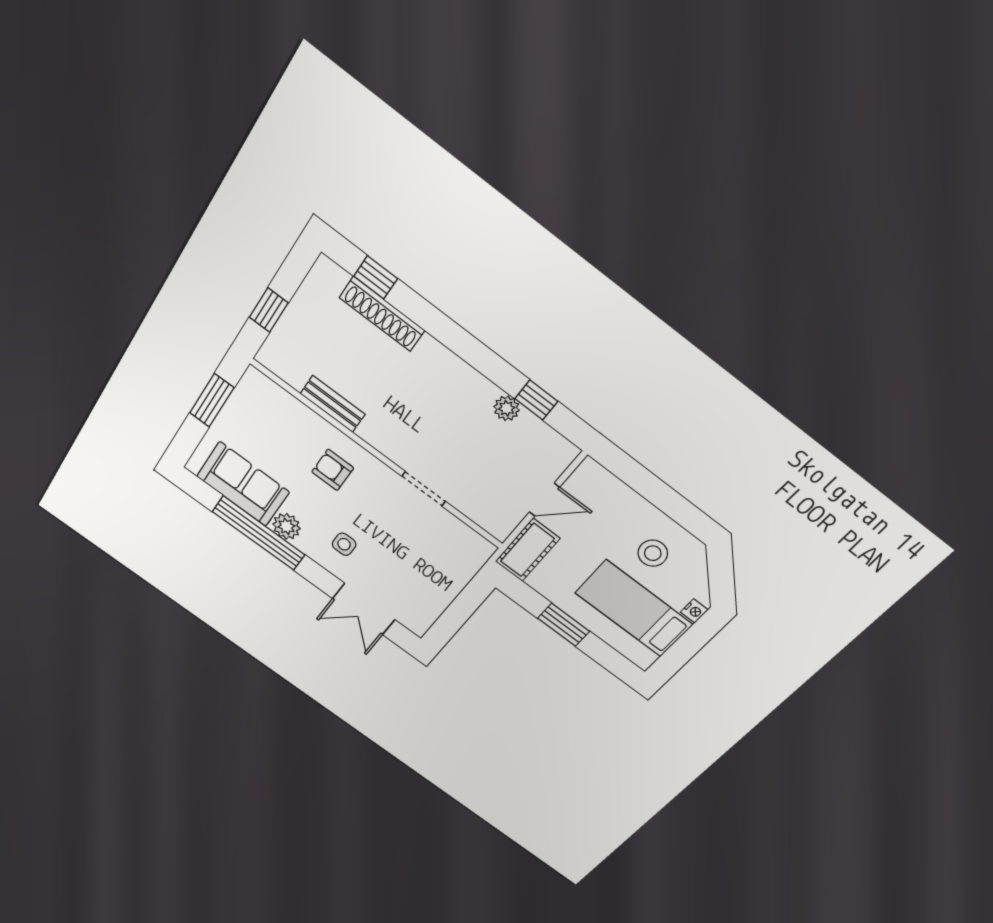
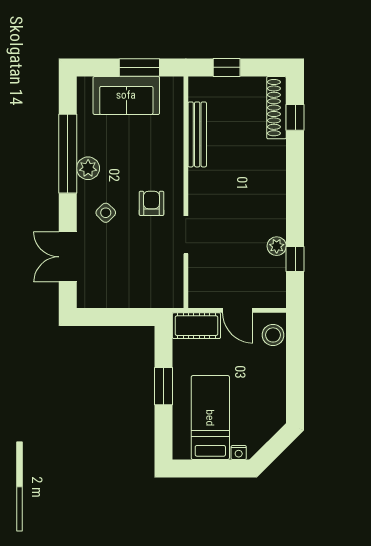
shoe rack: (382, 314) -> (276, 108), moved
bench: (333, 404) -> (197, 134), width x1.36
armchair: (333, 470) -> (151, 203), moved
sofa: (243, 484) -> (126, 95), moved, turned 90
side table: (344, 544) -> (106, 213), turned 45
stool: (653, 553) -> (273, 335), moved

